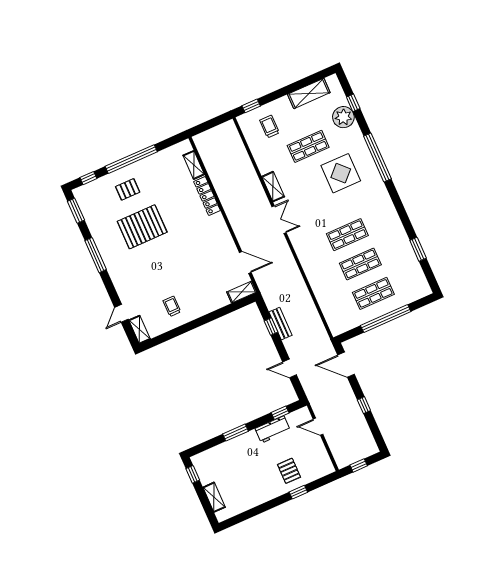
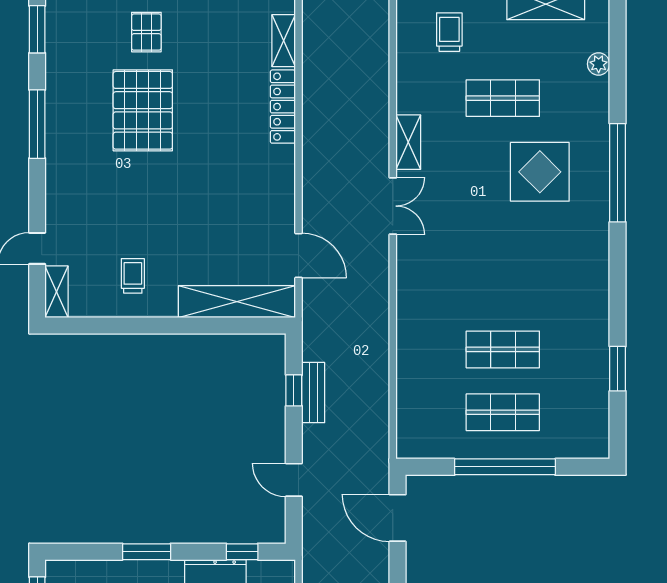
window: (353, 103) -> (618, 56), removed
plant: (343, 117) -> (599, 64), width x0.53, depth x0.53
pallet: (128, 189) -> (146, 32), turned 90
pallet: (142, 227) -> (143, 110), turned 90
shop shelf: (347, 235) -> (503, 287), removed
shelving: (242, 292) -> (237, 302), width x2.20, depth x1.33

